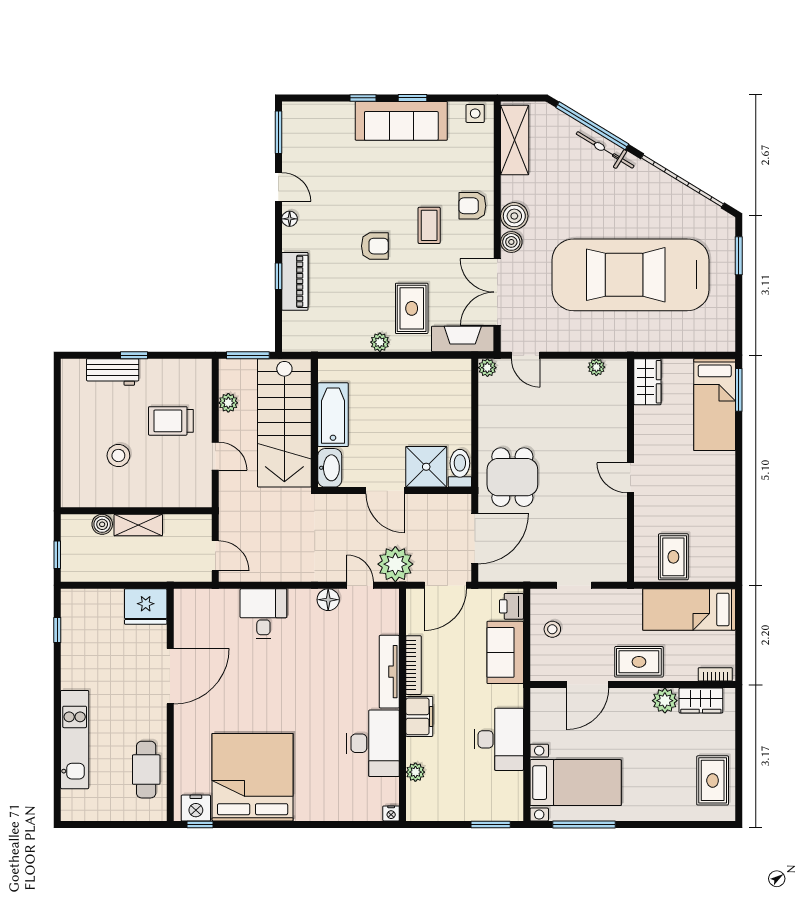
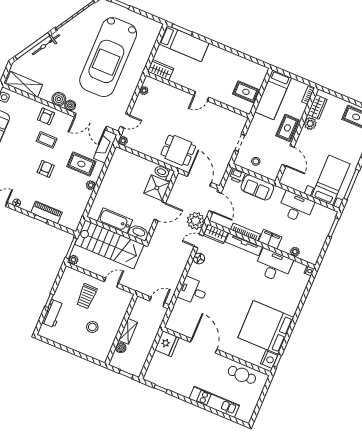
plant: (228, 403) -> (73, 260), moved
wardrobe: (387, 612) -> (216, 234), added

